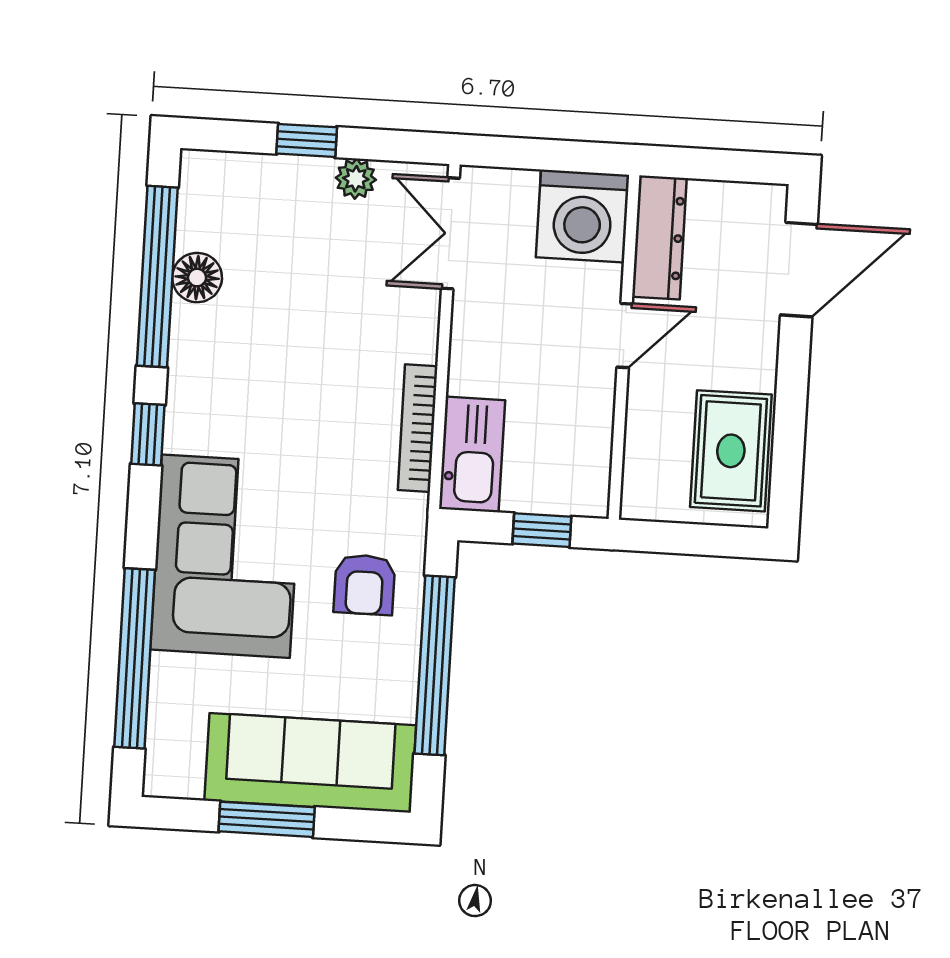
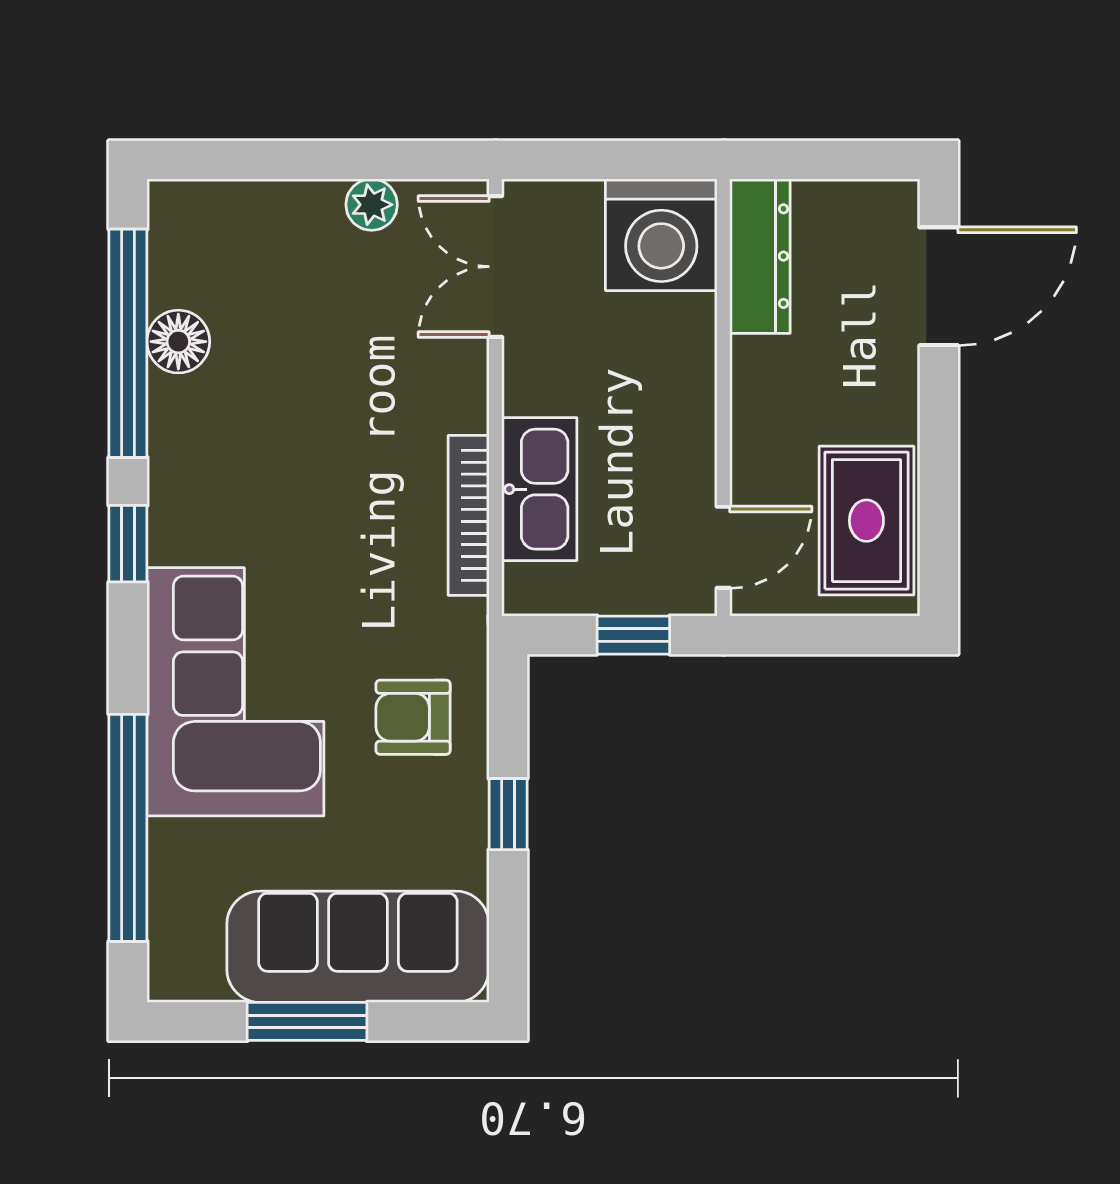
window: (307, 140) -> (306, 160), removed
door: (625, 336) -> (723, 547), moved
kitchen sink: (472, 454) -> (539, 489), moved
armchair: (364, 585) -> (413, 717), turned 90
window: (435, 665) -> (508, 814), width x0.32

